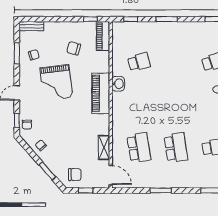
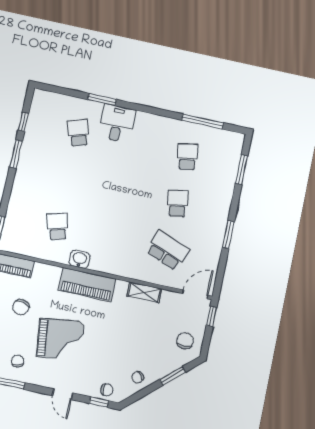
window: (167, 19) -> (16, 154), moved
shelving: (104, 147) -> (144, 292), moved
school desk: (139, 148) -> (168, 250), turned 30
school desk: (176, 148) -> (177, 203), width x0.54
window: (86, 190) -> (212, 316), moved

